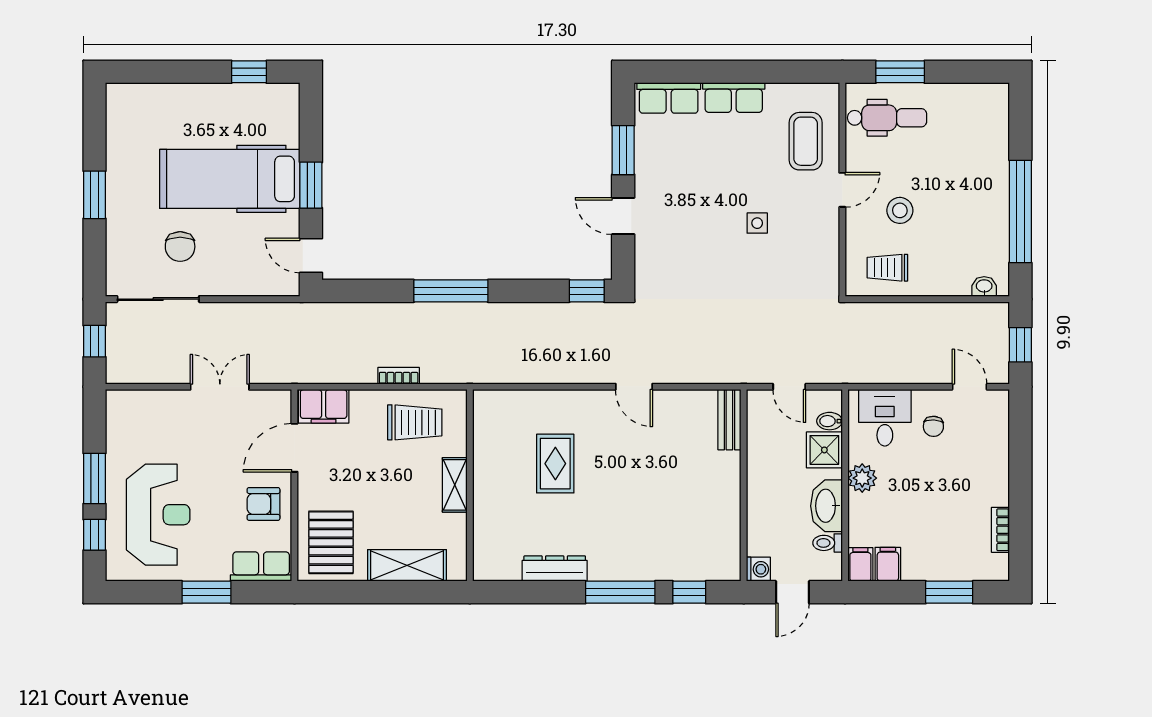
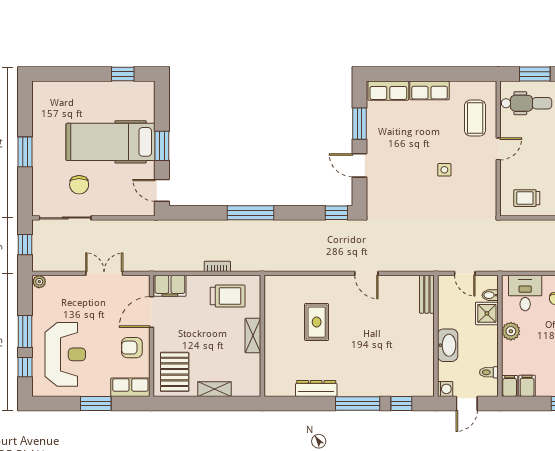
stool: (900, 210) -> (535, 162), removed
plant: (117, 400) -> (39, 282), added
washbasin: (826, 506) -> (448, 345), moved, turned 180
shelving: (407, 565) -> (214, 389), width x0.67, depth x0.75

